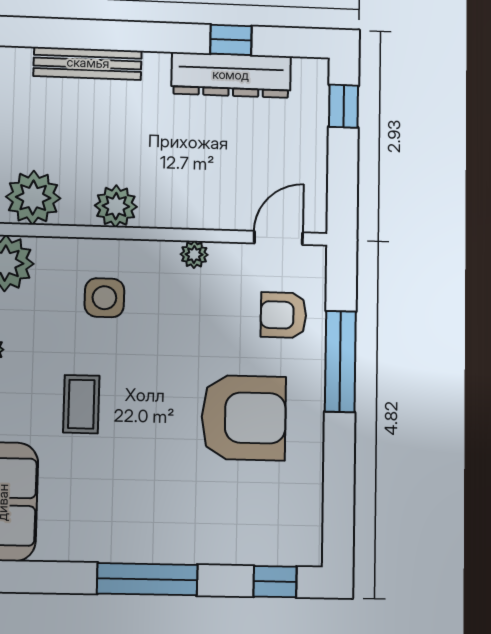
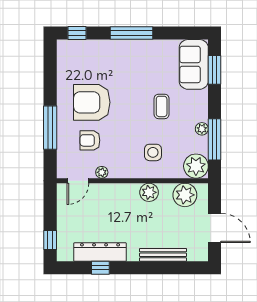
plant: (194, 254) -> (102, 172), moved
armchair: (283, 315) -> (90, 140), moved, turned 180

